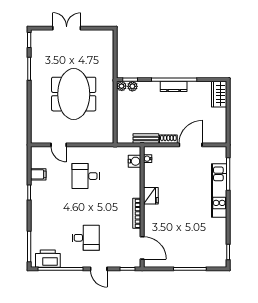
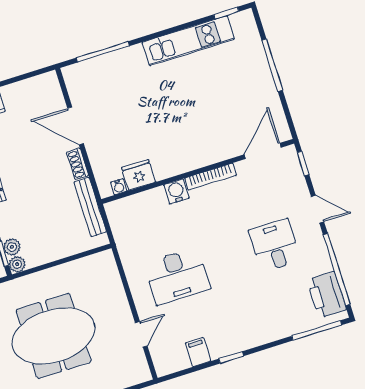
bench: (146, 139) -> (90, 207), width x1.36
water cooler: (135, 161) -> (176, 191), moved
desk: (86, 176) -> (177, 276), width x1.37
kitchen unit: (219, 191) -> (188, 41), moved
fridge: (151, 196) -> (139, 175), moved
door: (99, 269) -> (318, 209), hinge flipped

